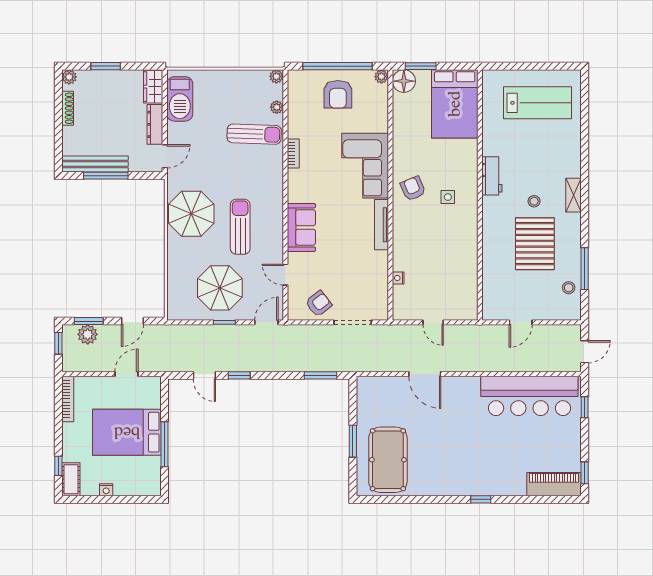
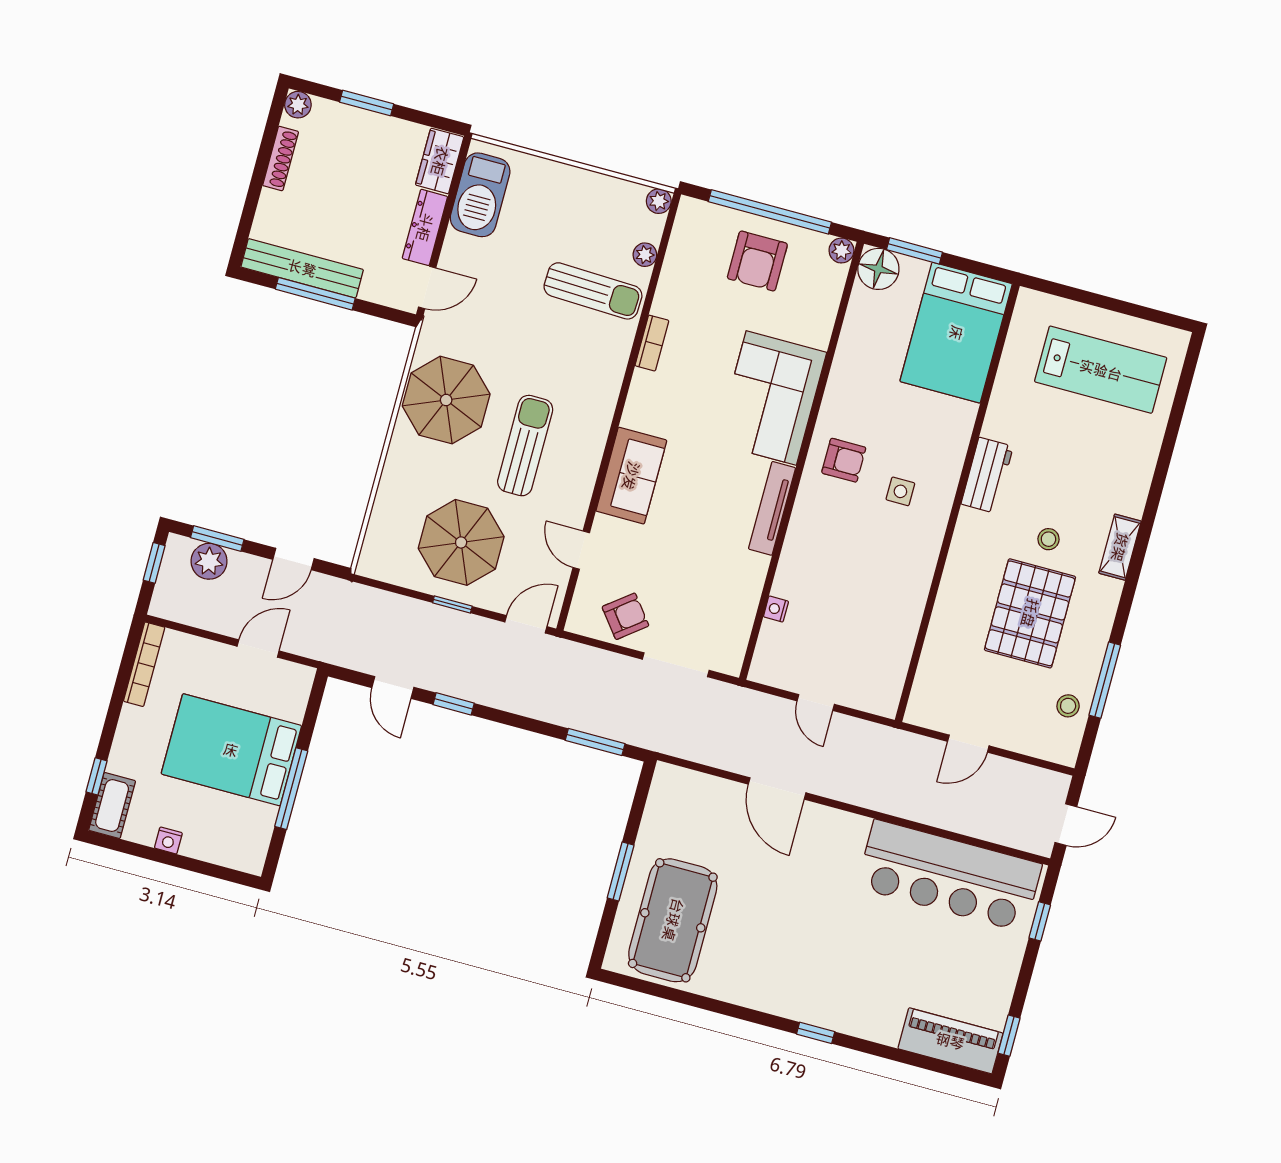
armchair: (413, 189) -> (844, 460), turned 113

